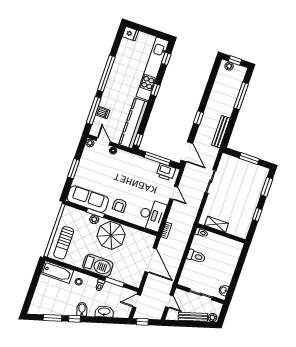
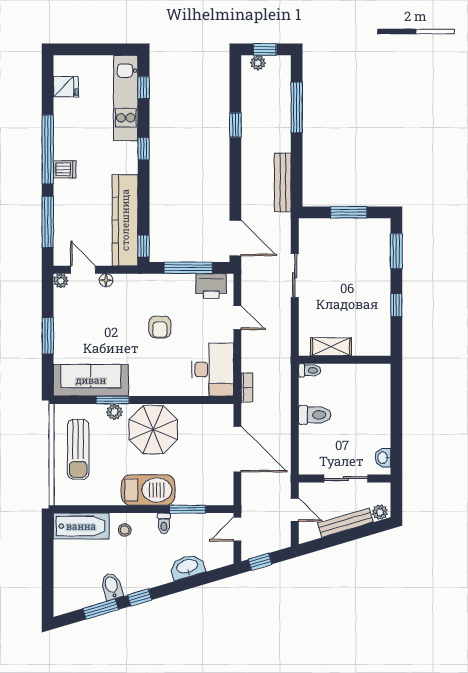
fridge: (130, 34) -> (66, 87), moved
kitchen unit: (153, 69) -> (126, 98), width x0.73
dishwasher: (103, 112) -> (65, 169), moved
window: (198, 118) -> (235, 125), moved
armchair: (120, 205) -> (160, 327), moved
sun lounger: (64, 243) -> (78, 449), moved
bidet: (82, 309) -> (112, 586), moved

